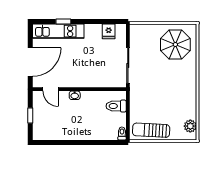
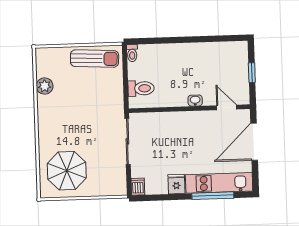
window: (63, 22) -> (213, 196), width x2.17
dishwasher: (121, 30) -> (138, 187), added
fridge: (109, 31) -> (176, 184), moved
plant: (190, 126) -> (45, 86), moved

